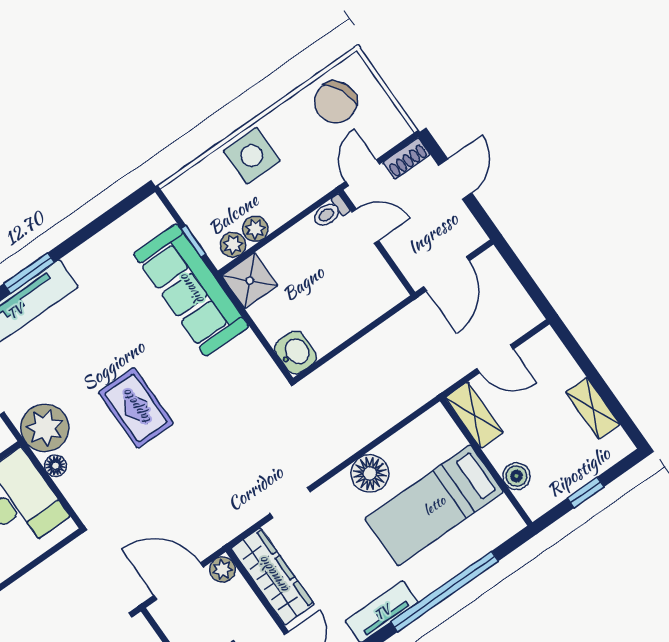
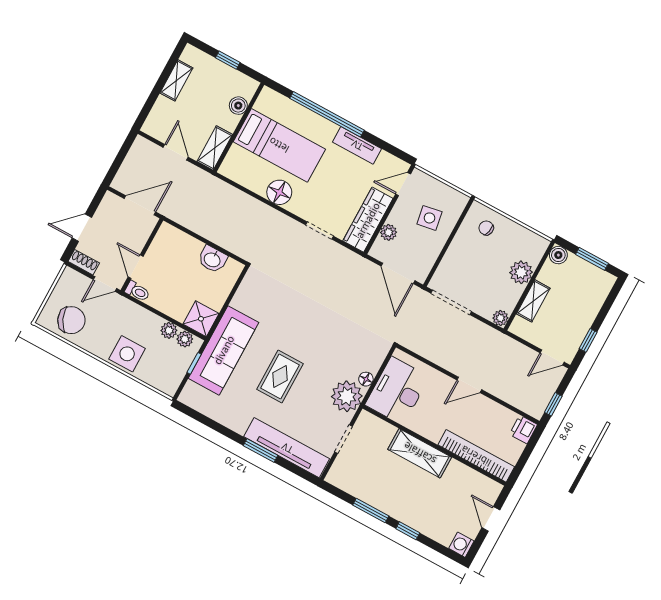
washbasin: (295, 353) -> (212, 259), moved, turned -90
rug: (136, 408) -> (280, 376), moved
plant: (223, 570) -> (389, 232), moved

